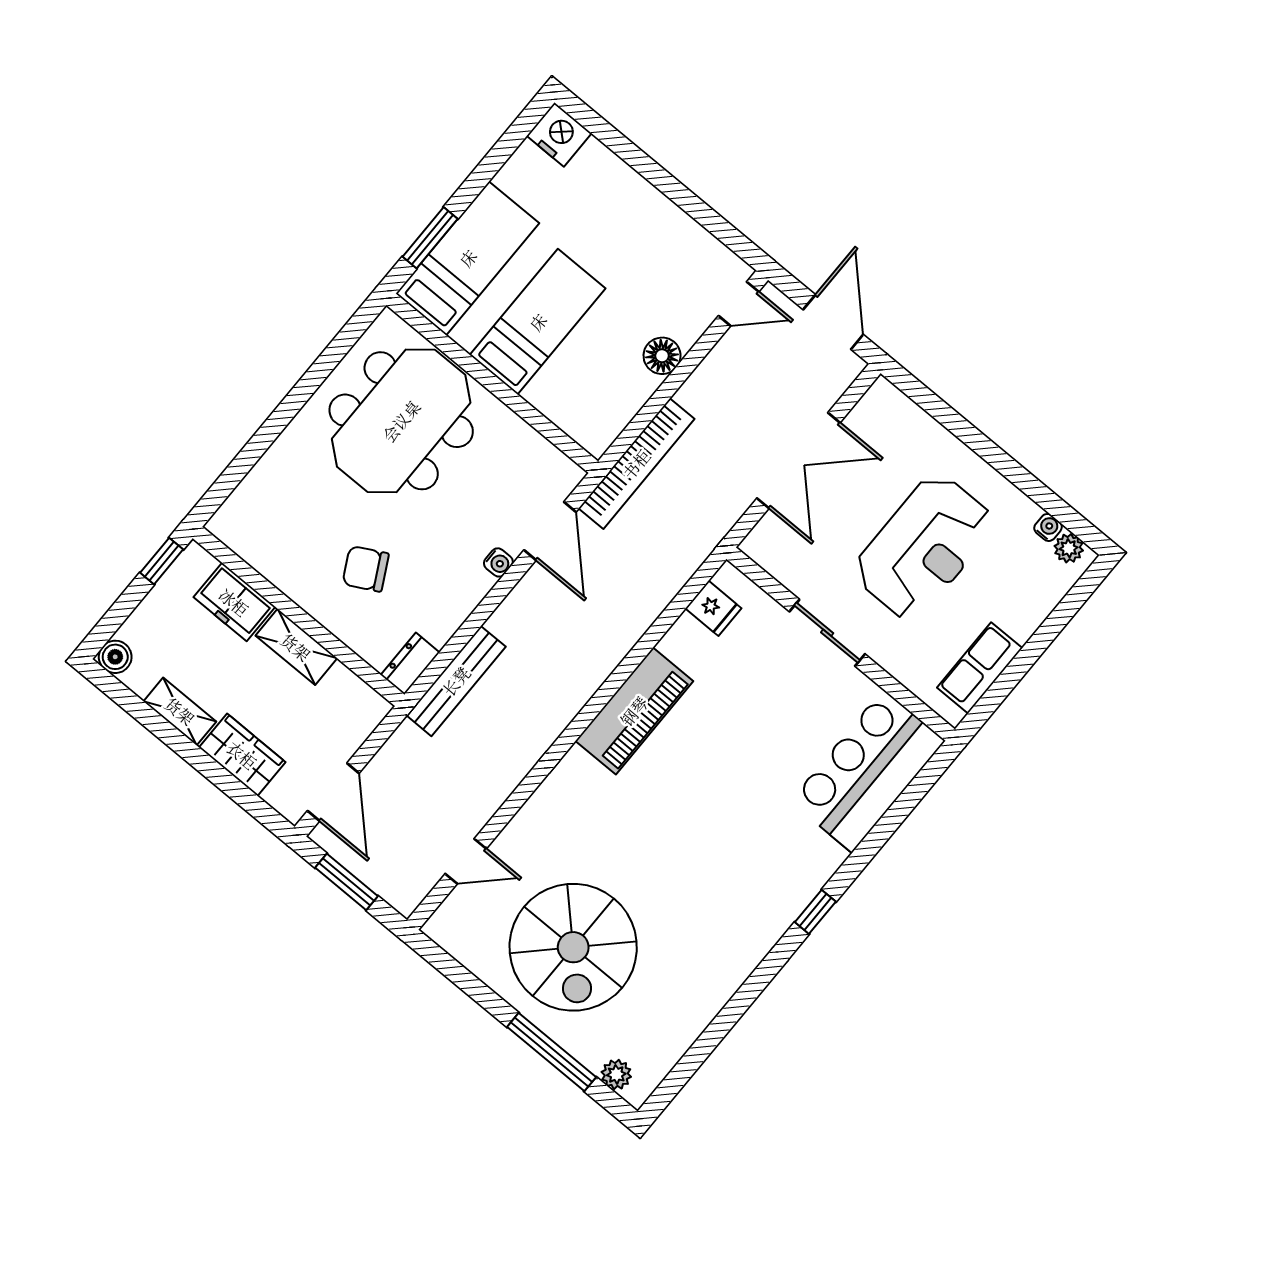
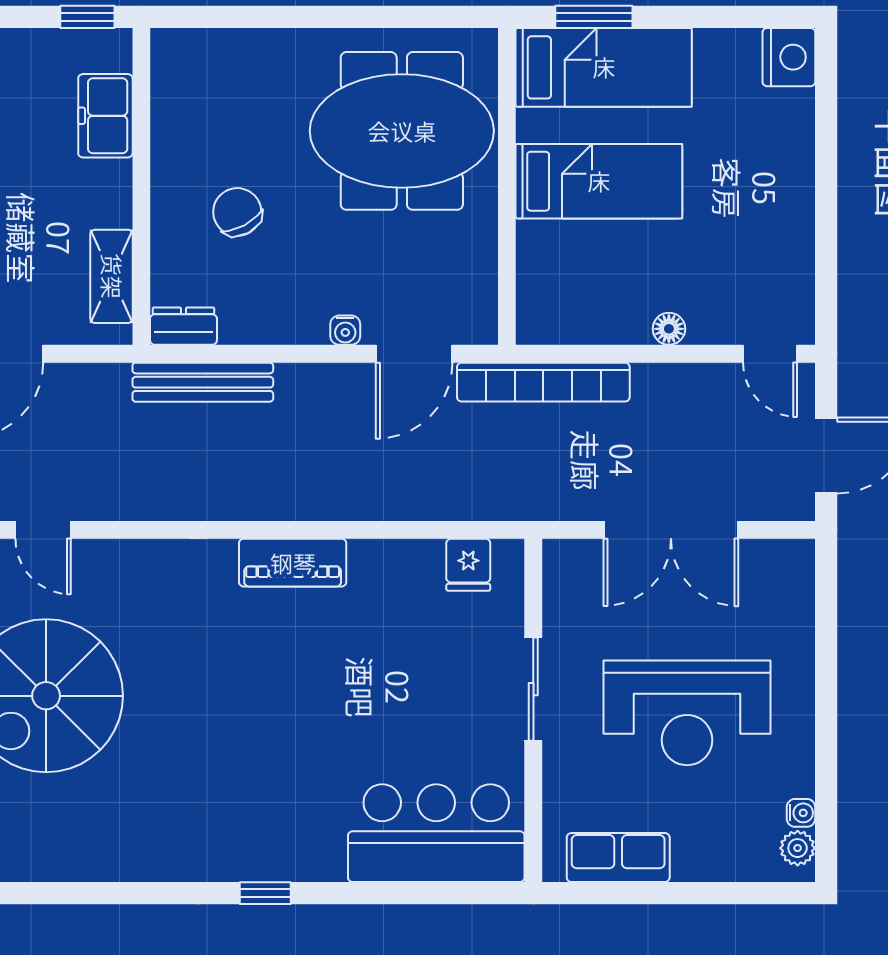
floor lamp: (662, 356) -> (669, 329), width x0.73, depth x0.73
shelving: (296, 647) -> (112, 276), moved
piano: (634, 711) -> (293, 563), width x0.73, depth x0.75

